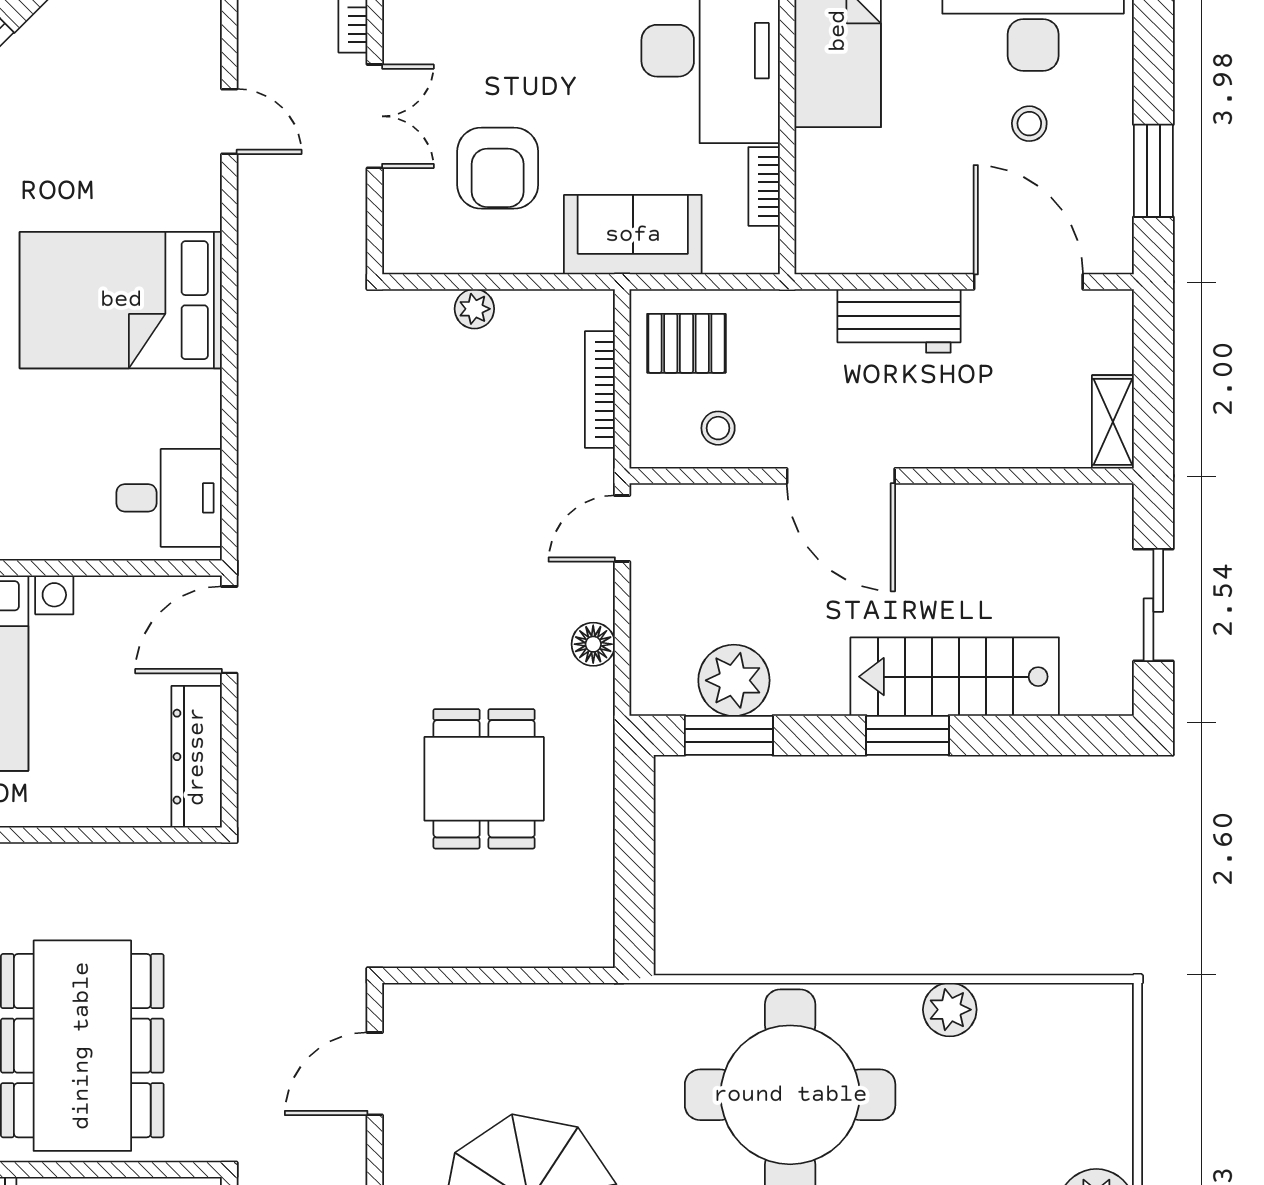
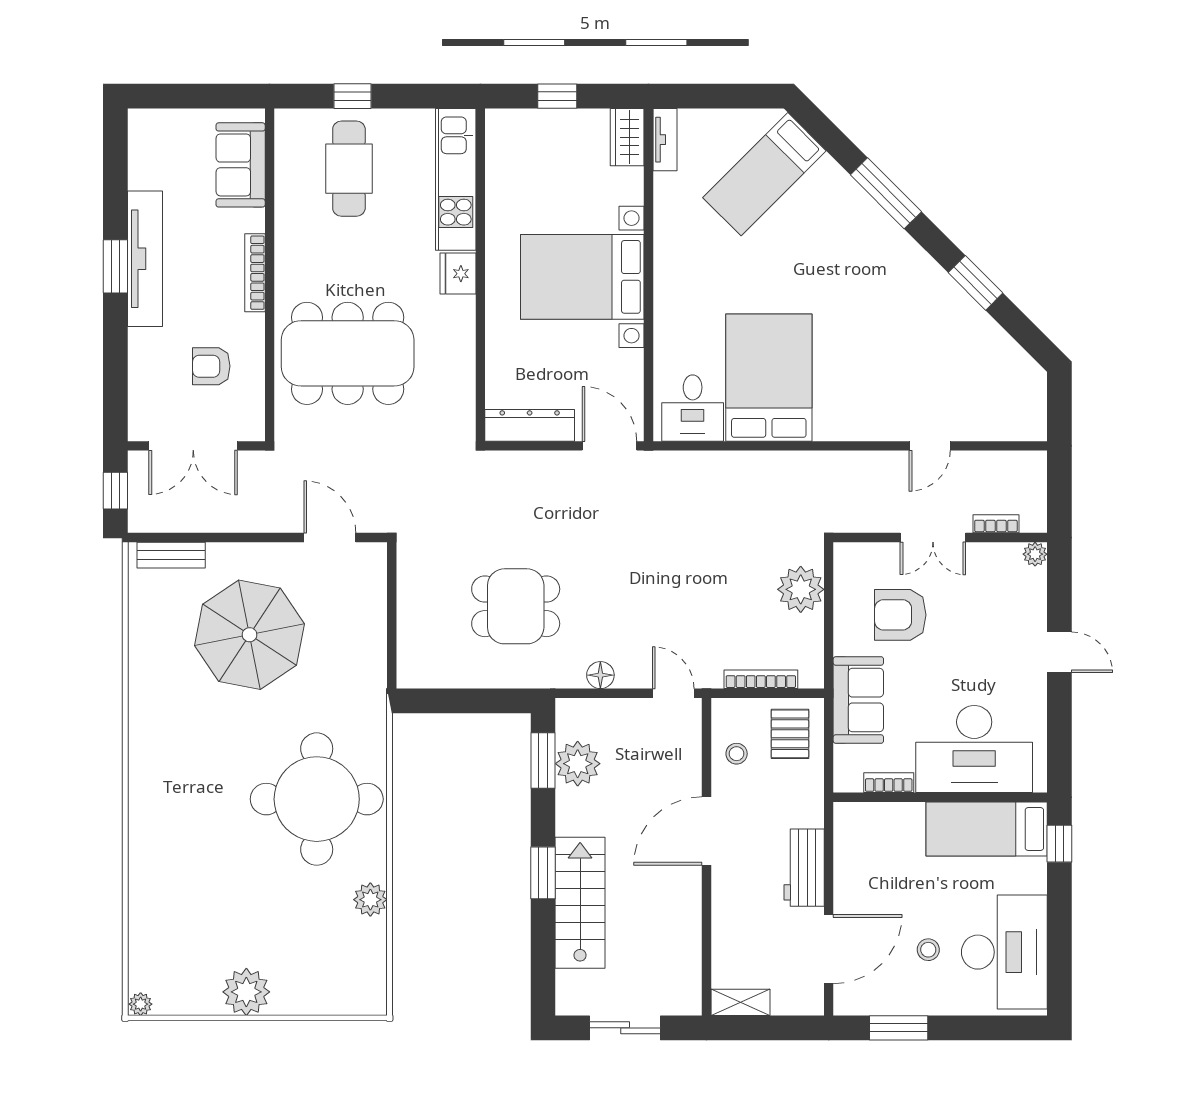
bed: (121, 300) -> (769, 378), moved
plant: (474, 309) -> (801, 589), width x1.88, depth x1.88

